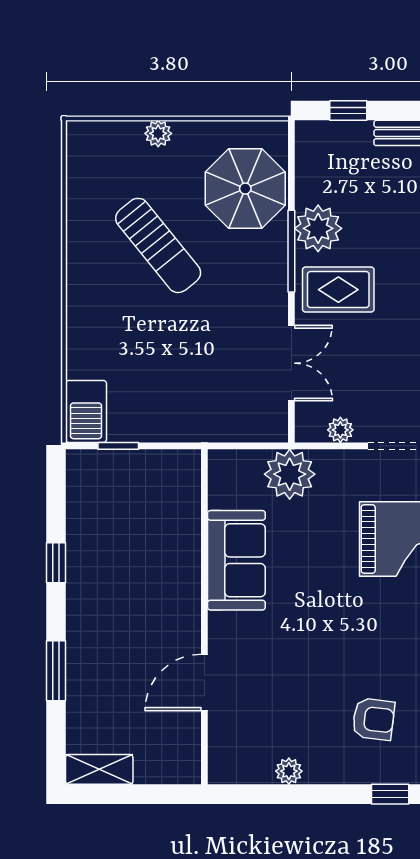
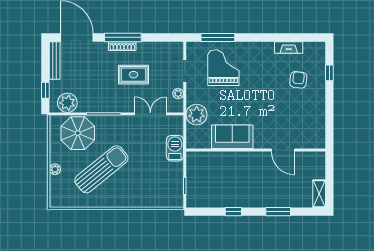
plant: (318, 228) -> (67, 103), moved
sun lounger: (158, 245) -> (101, 169), width x1.36, depth x1.34
rug: (338, 290) -> (133, 75), moved, turned 90
barbecue: (86, 411) -> (175, 148), moved, turned -90
plant: (289, 771) -> (320, 115), removed

